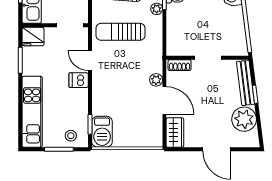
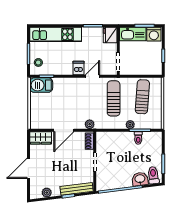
plant: (156, 80) -> (90, 124), moved
plant: (244, 119) -> (47, 193), width x0.53, depth x0.53

